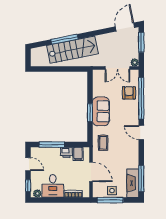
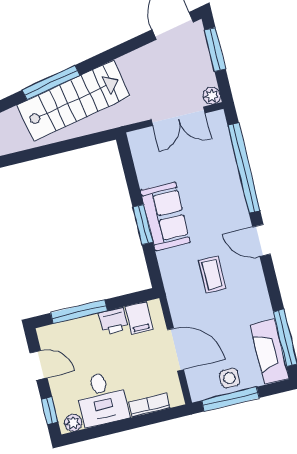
armchair: (129, 93) -> (215, 163), removed
coffee table: (103, 143) -> (212, 274), moved

